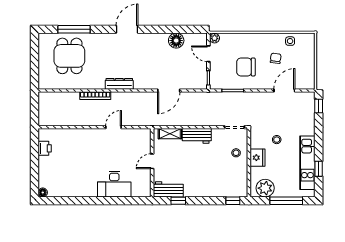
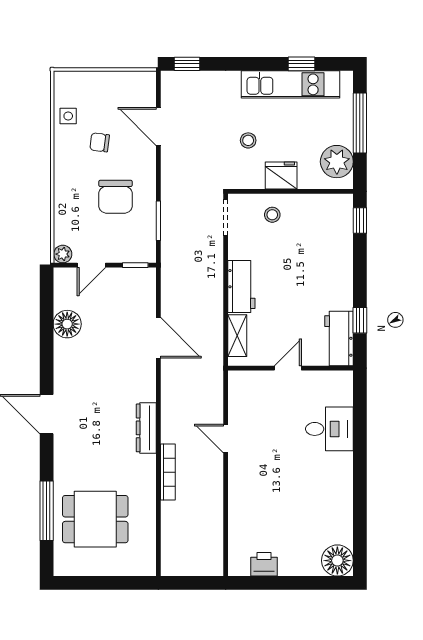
door: (152, 161) -> (288, 368), swing flipped
desk: (114, 184) -> (329, 429), width x0.73
floor lamp: (43, 192) -> (337, 561), width x1.89, depth x1.89

